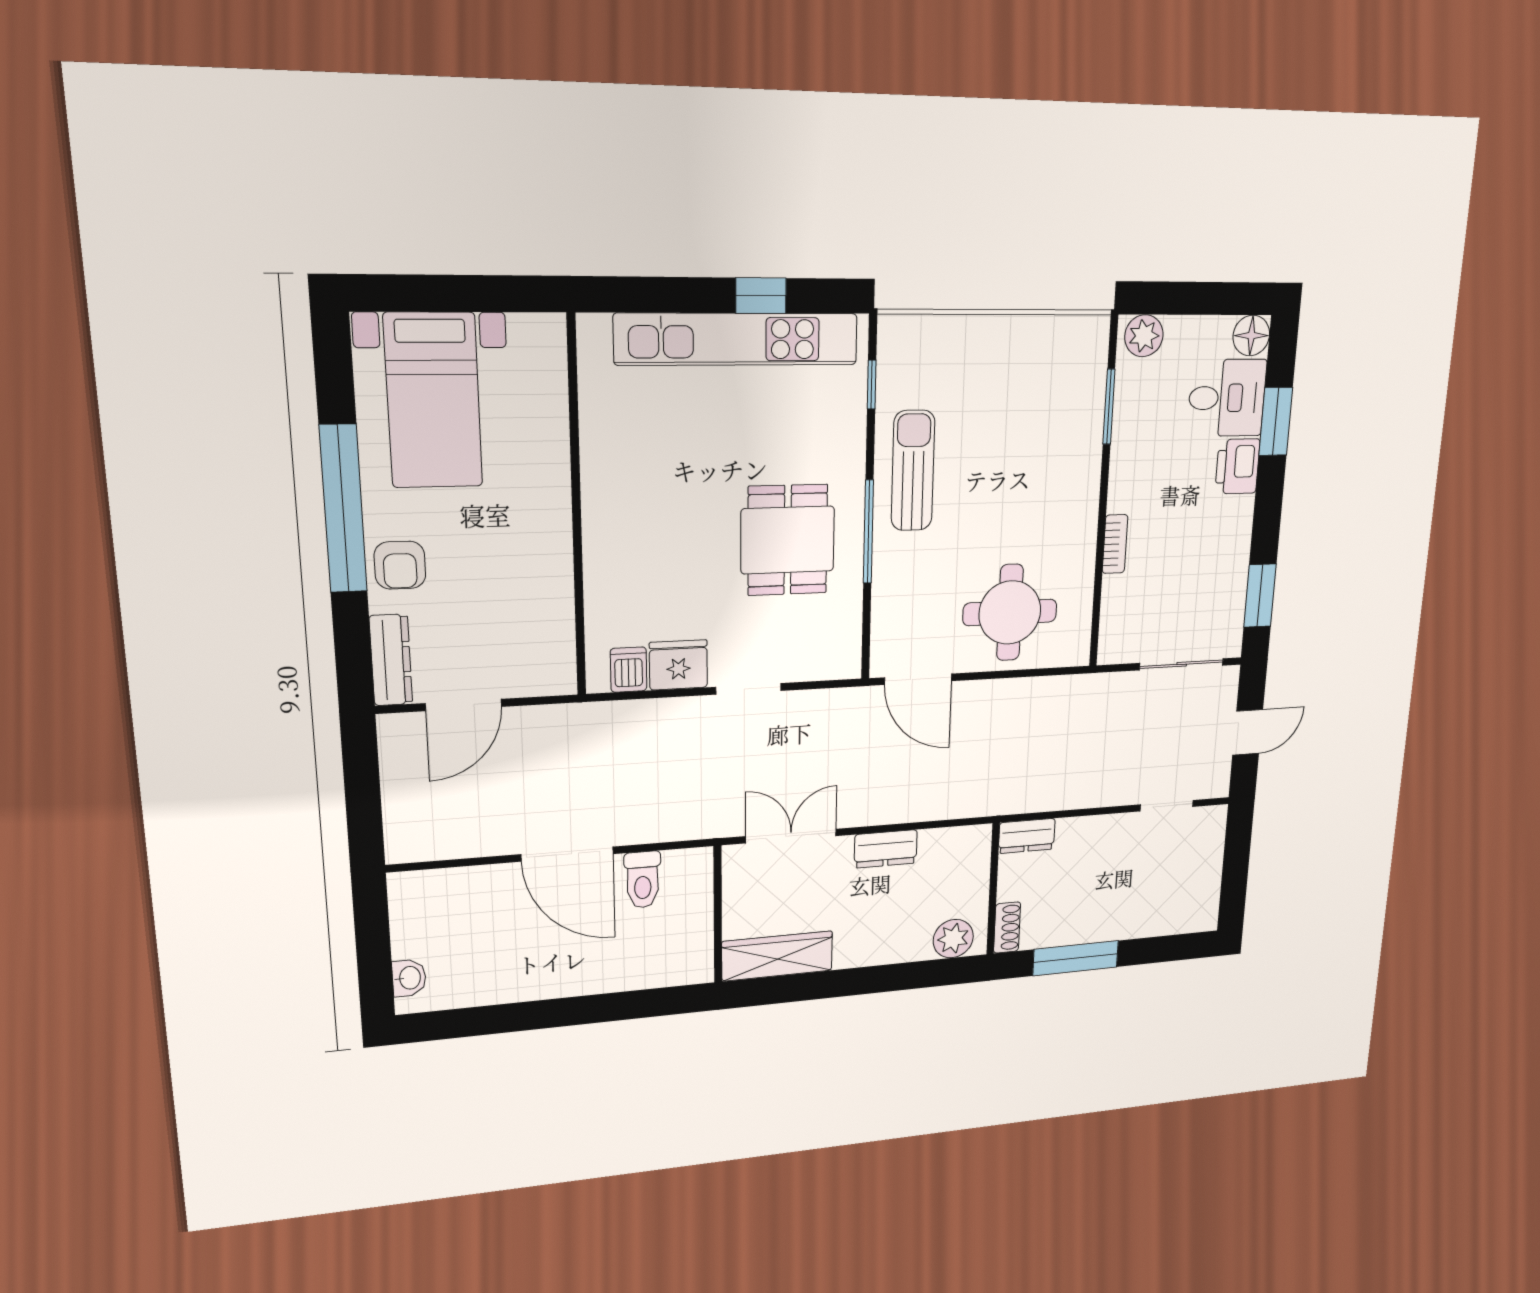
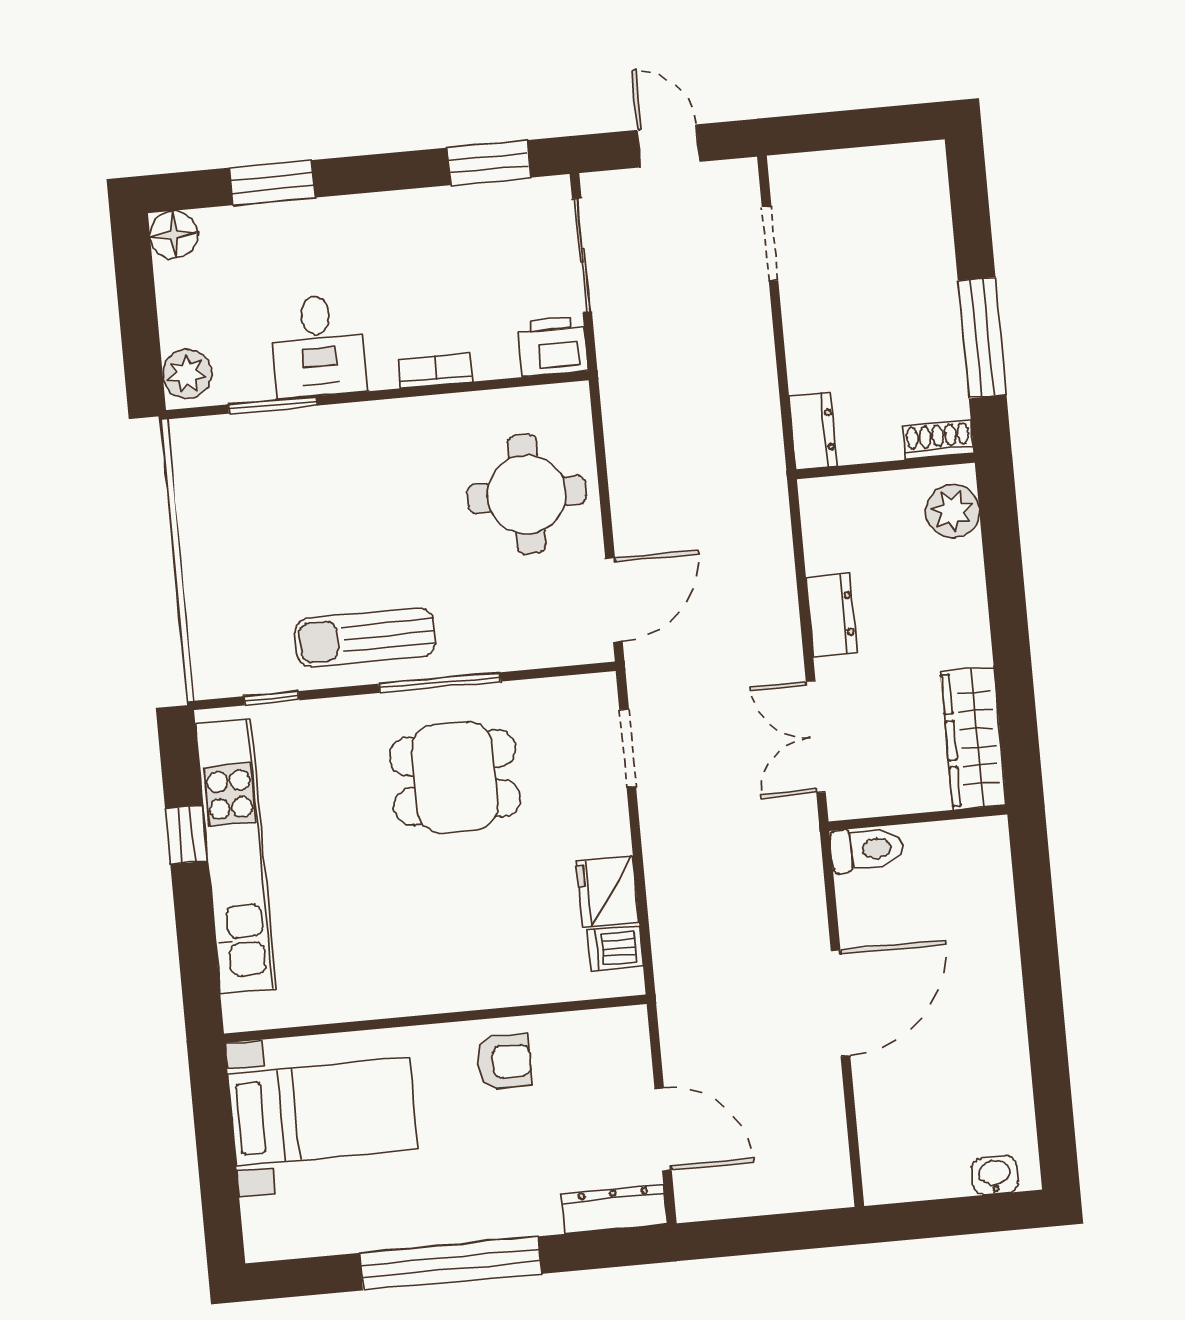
desk: (1227, 398) -> (318, 346), moved, turned 180
bed with nightstands: (433, 401) -> (323, 1112), moved
printer: (1238, 466) -> (552, 347), moved, turned 180
armchair: (400, 565) -> (504, 1062), moved
doorway: (748, 689) -> (628, 748), moved
toilet: (643, 880) -> (867, 849), moved

